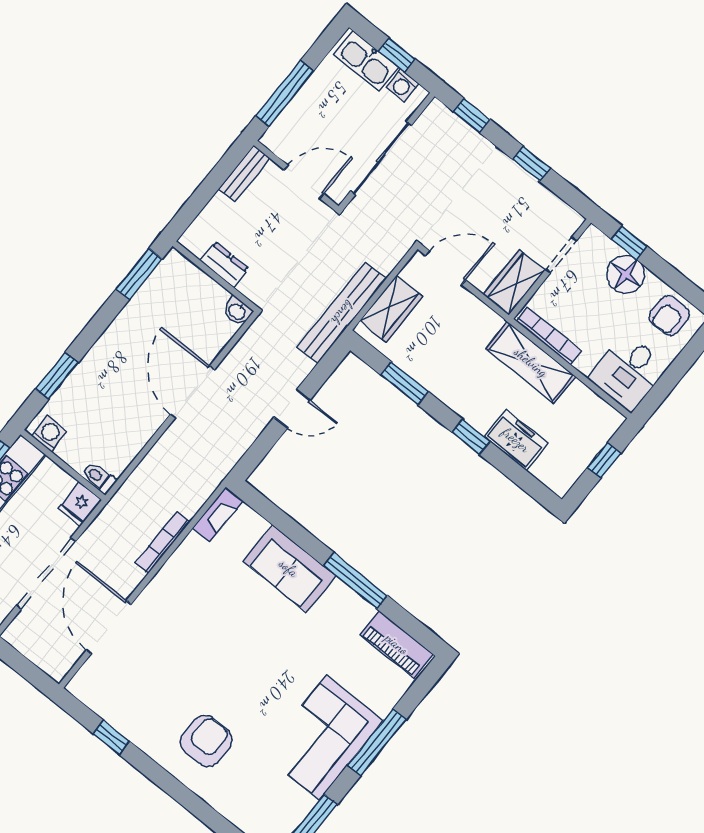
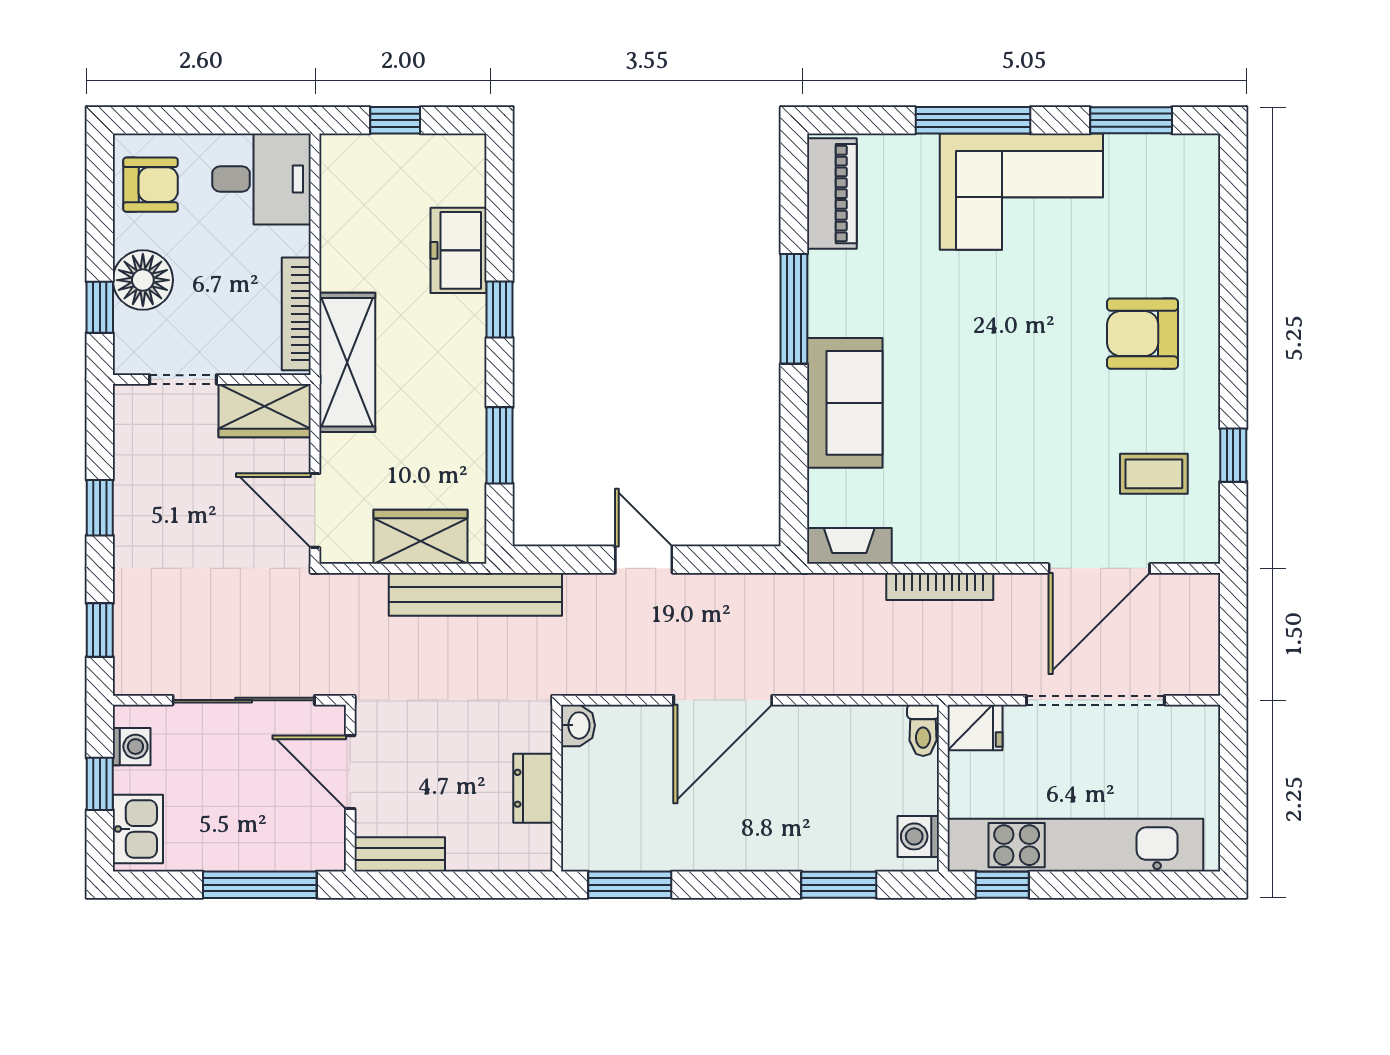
kitchen sink: (366, 61) -> (138, 829), width x0.73
shelving: (531, 362) -> (347, 362), moved
coffee table: (133, 691) -> (1154, 474), added

